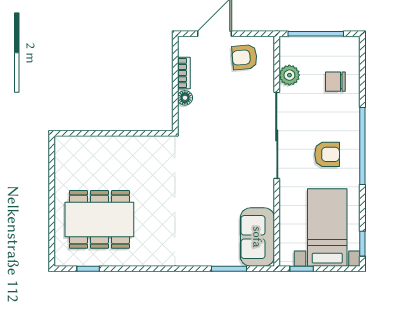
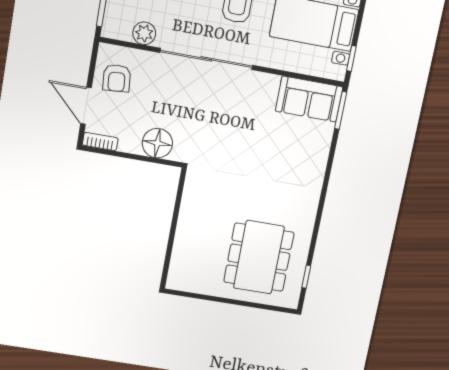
bookcase: (184, 73) -> (100, 142), moved
floor lamp: (185, 98) -> (157, 143), width x1.89, depth x1.89
window: (229, 269) -> (341, 110), moved

